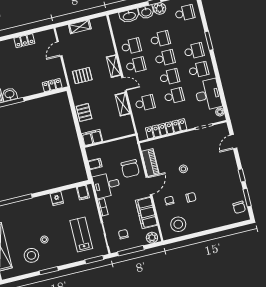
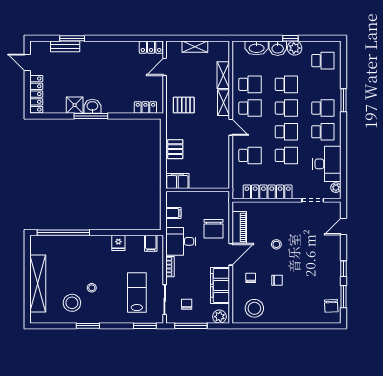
locker: (24, 41) -> (151, 47), moved
shelving: (123, 104) -> (223, 75), moved

